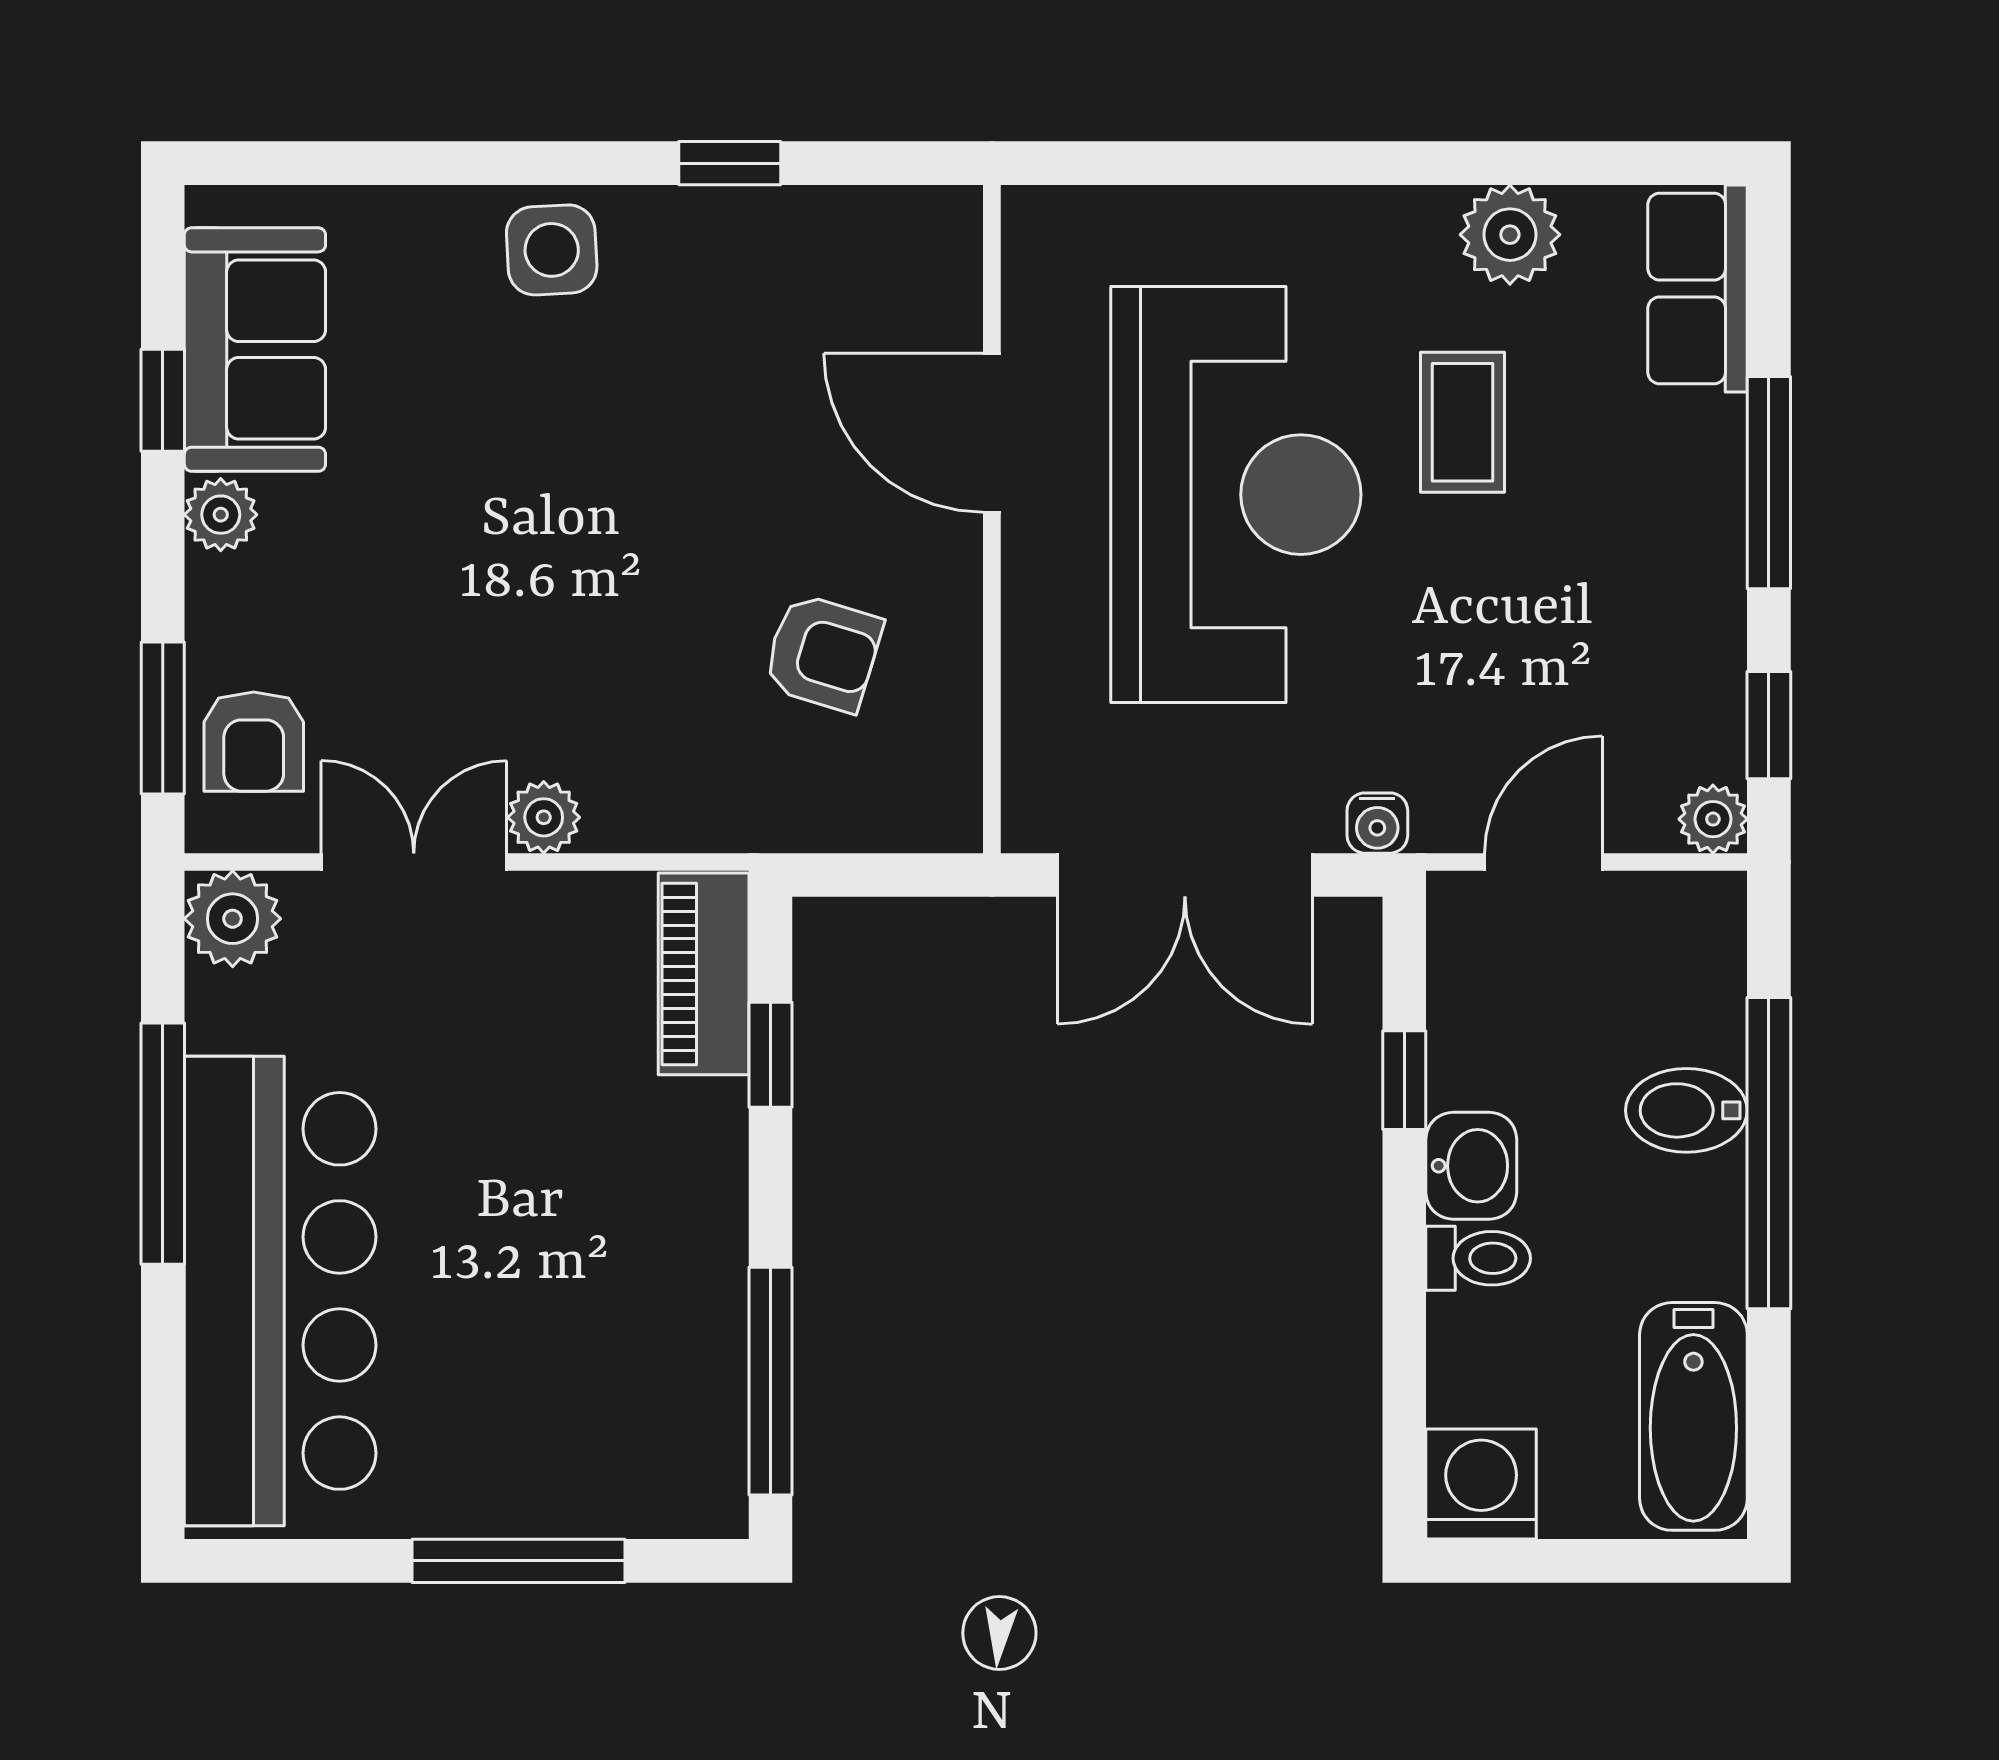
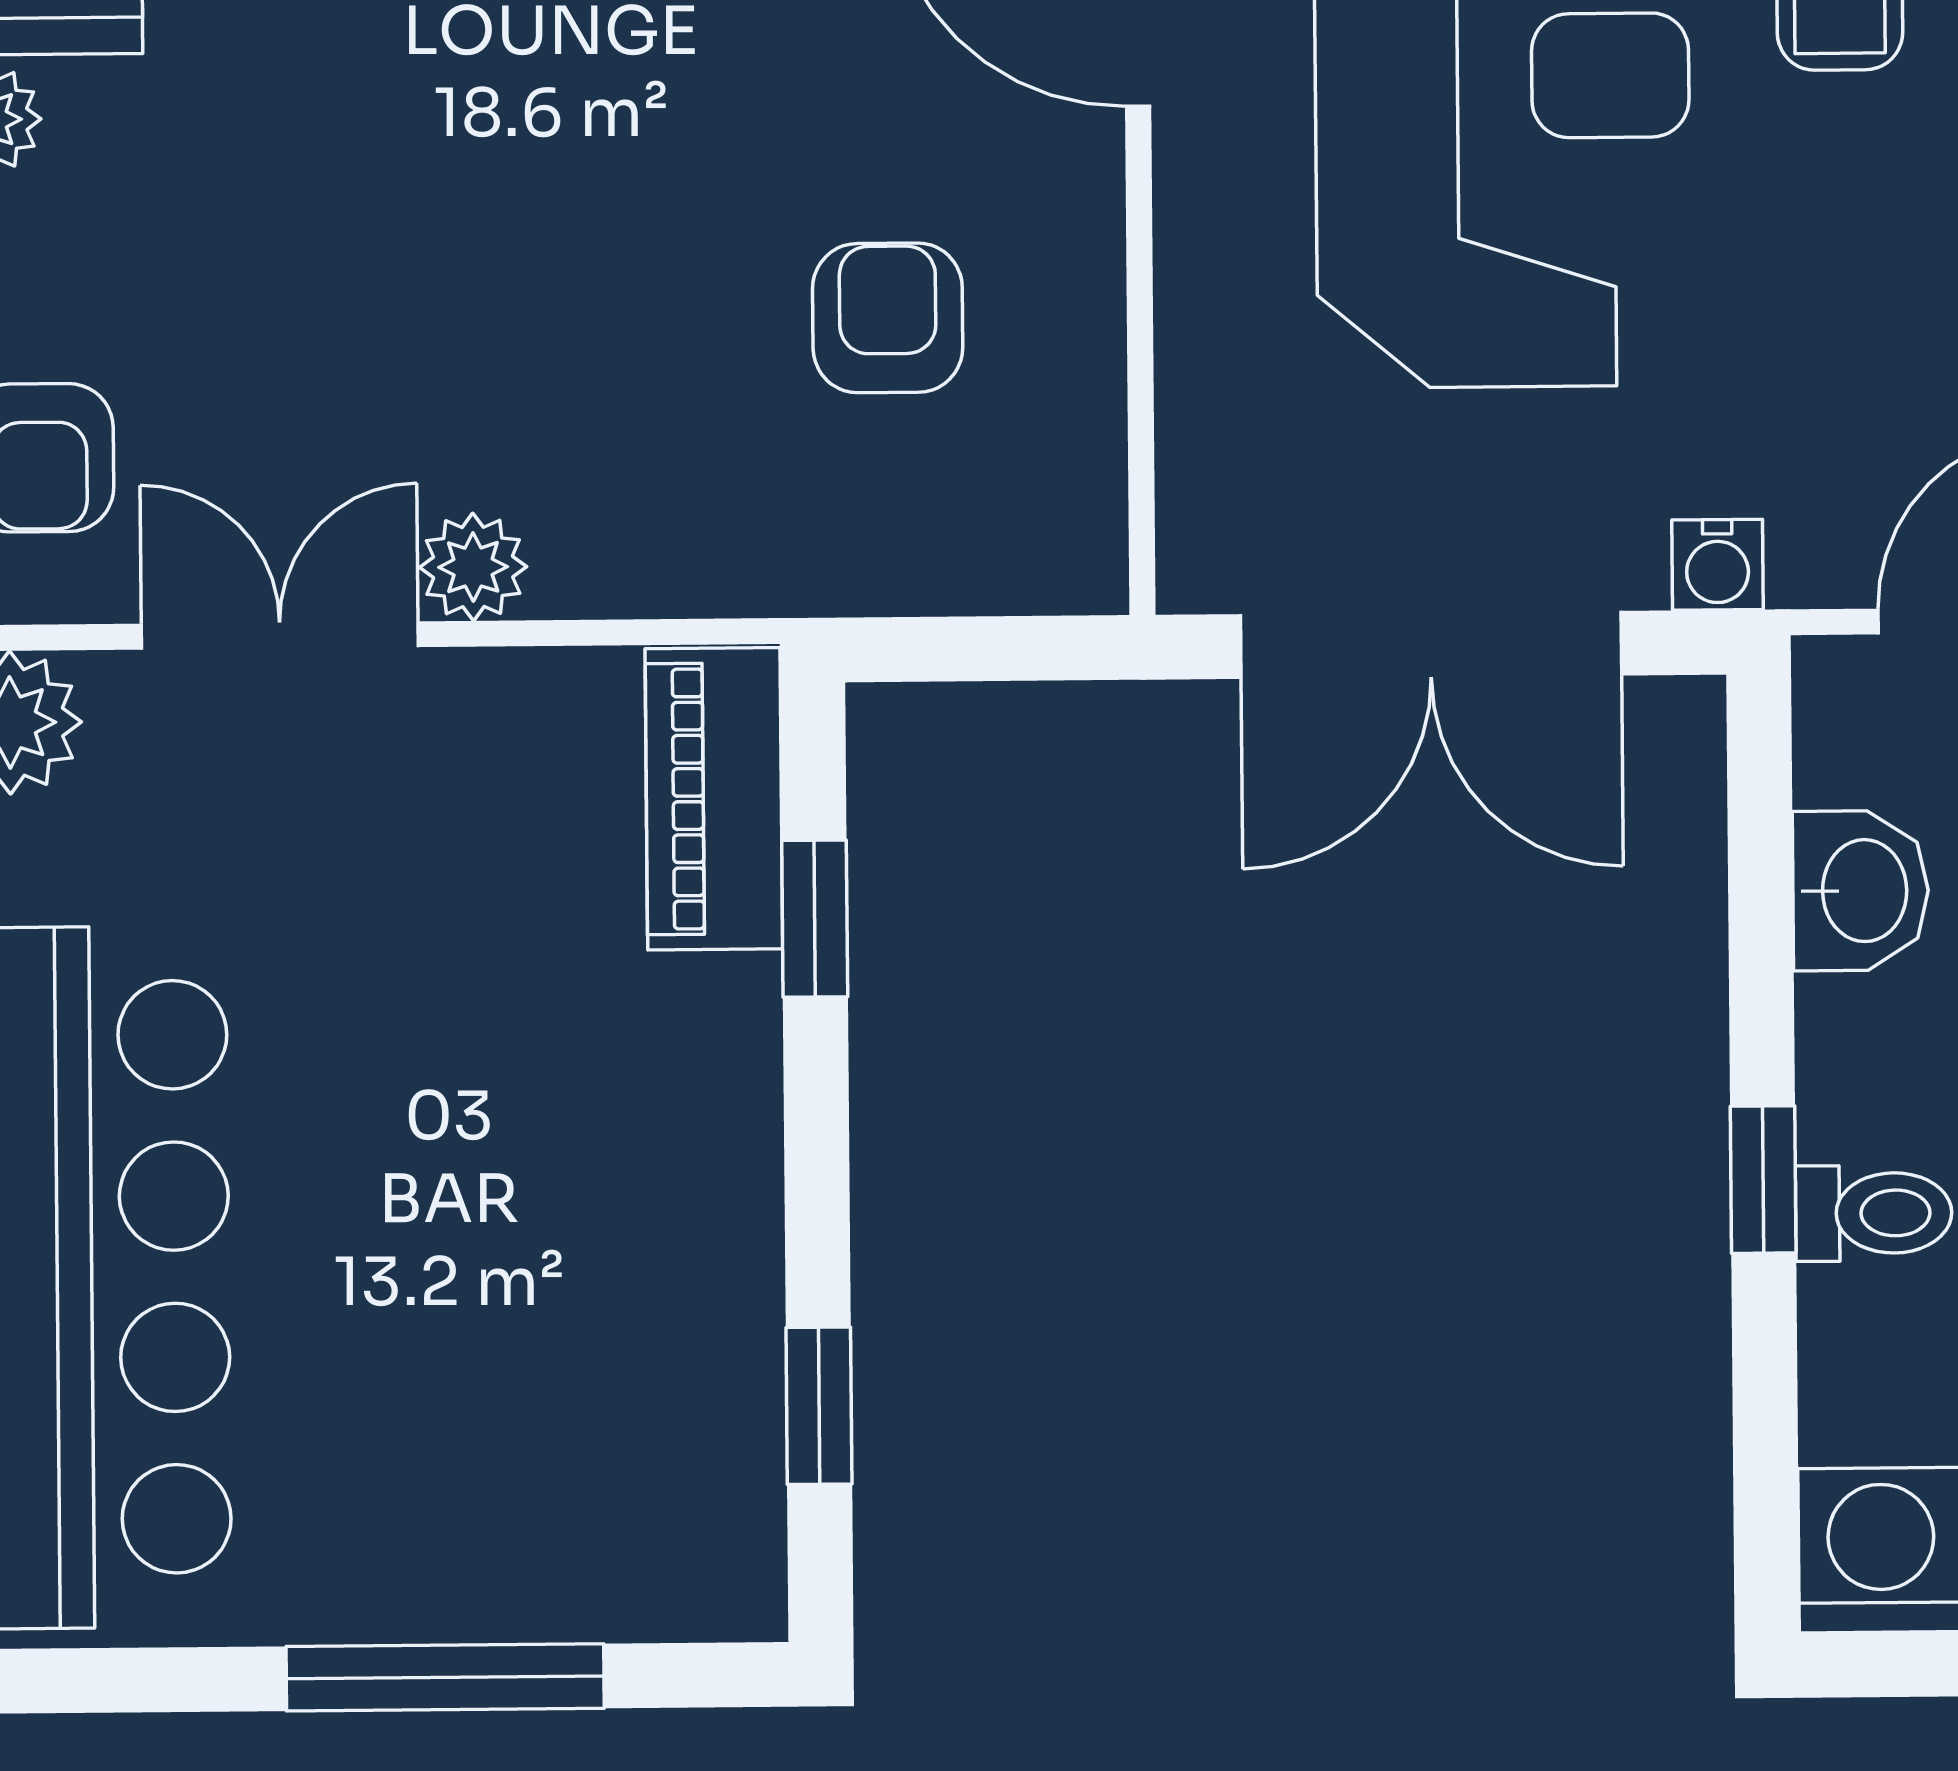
armchair: (823, 653) -> (888, 318), turned -107
window: (1404, 1080) -> (1763, 1180), moved
washbasin: (1471, 1166) -> (1861, 891), moved
window: (770, 1381) -> (819, 1406), width x0.46

